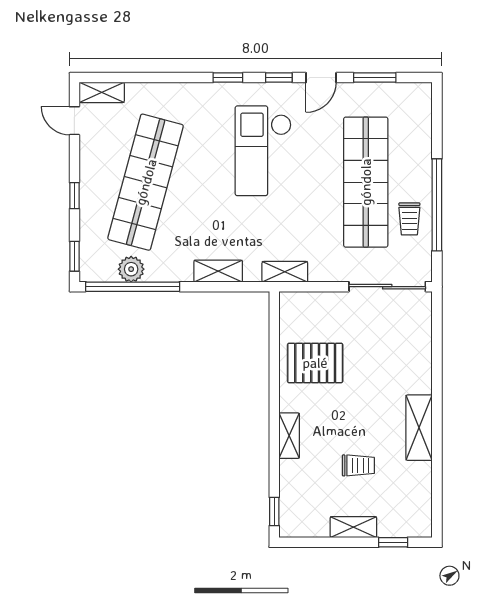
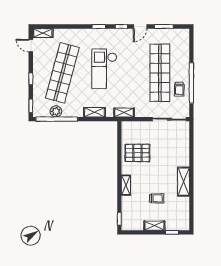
checkout: (263, 151) -> (104, 69), moved

